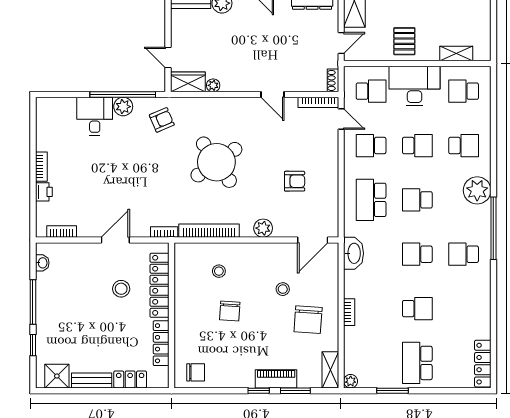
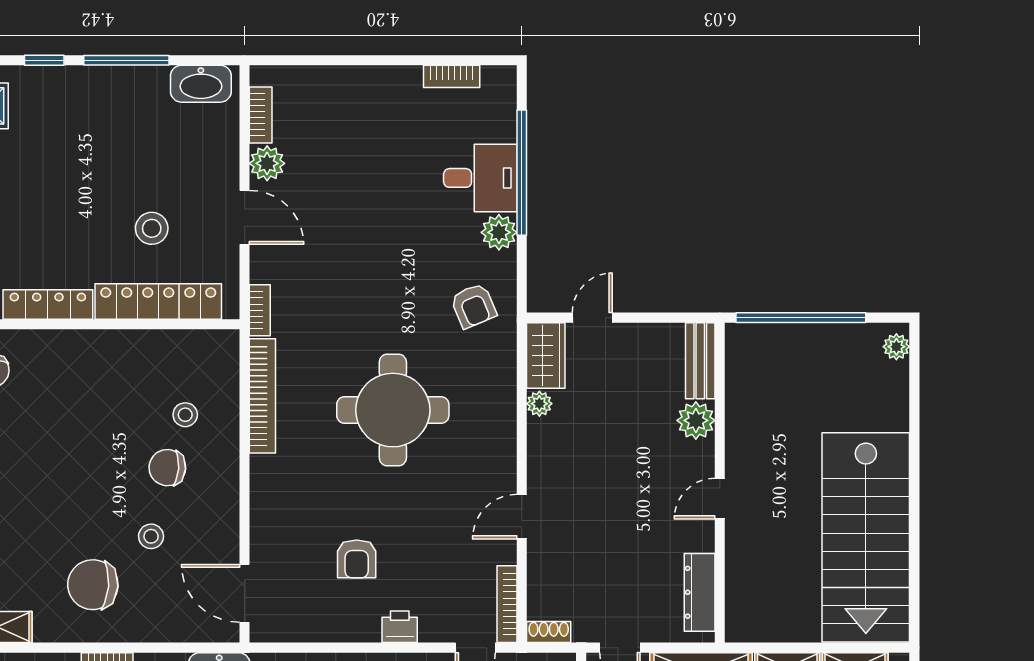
window: (123, 95) -> (522, 173), moved
round table: (216, 162) -> (393, 410), turned 35
bookcase: (41, 167) -> (452, 76), moved
printer: (44, 192) -> (400, 627), moved, turned 180
plant: (263, 228) -> (267, 163), moved
washbasin: (42, 263) -> (201, 84), width x1.91, depth x1.45
chair: (230, 311) -> (167, 468), moved

